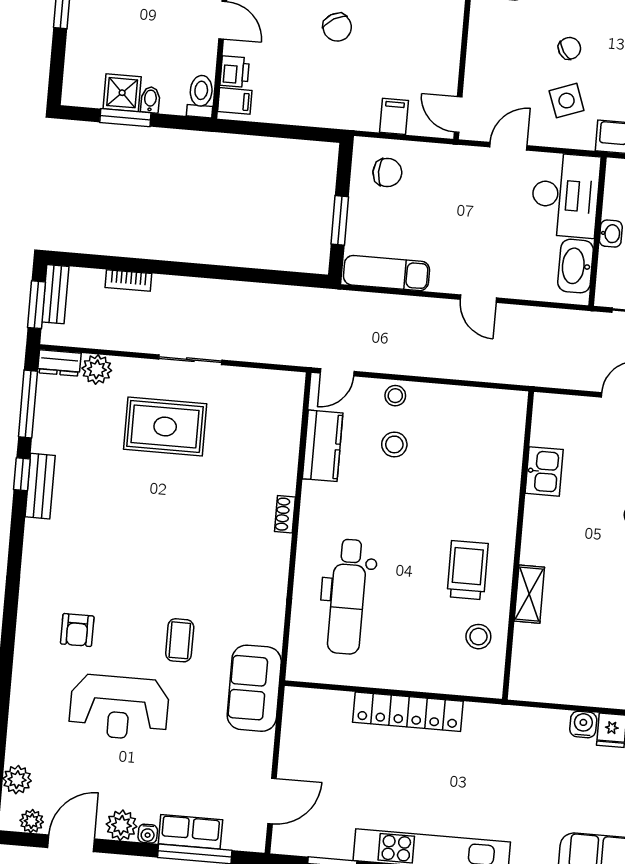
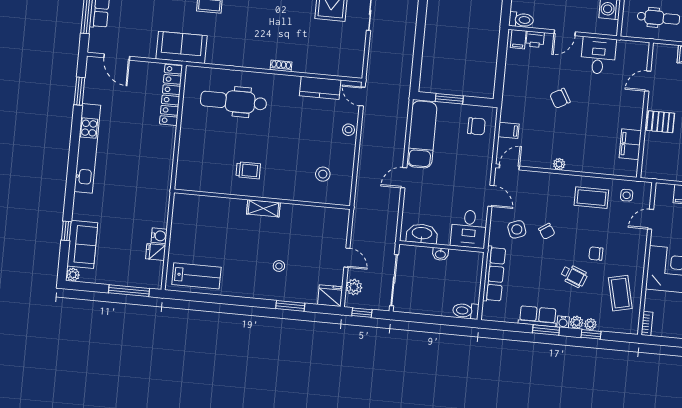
plant: (452, 28) -> (559, 164), added
chair: (387, 173) -> (476, 126), turned -90
desk: (565, 195) -> (469, 229), width x0.73
exam couch: (386, 273) -> (422, 134), width x1.36, depth x1.45
stool: (394, 444) -> (323, 174), moved
kitchen sink: (544, 471) -> (304, 215), removed
trolley: (468, 570) -> (248, 170), width x0.73, depth x0.72
shelving: (529, 594) -> (263, 208), moved
stool: (478, 637) -> (210, 176), removed
locker: (408, 712) -> (171, 95), moved

